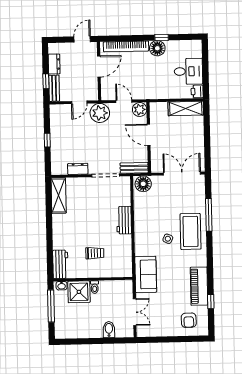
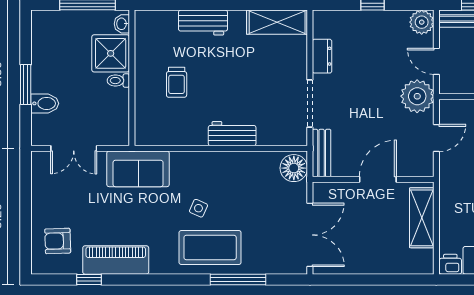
shelving: (186, 108) -> (422, 218), moved
plant: (140, 109) -> (422, 22), moved
workbench: (60, 264) -> (203, 23), moved
window: (98, 341) -> (26, 85), added

